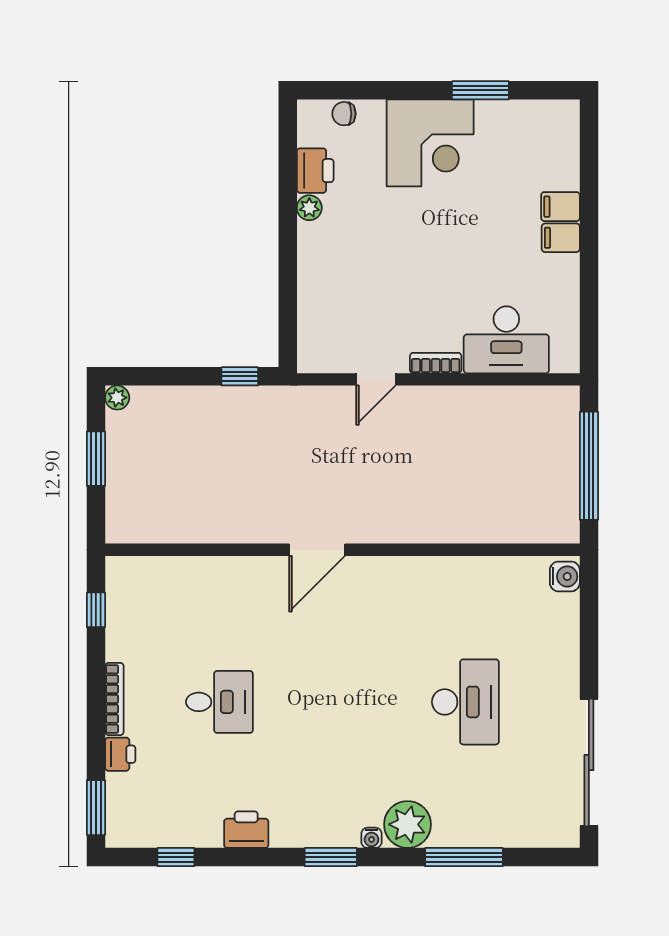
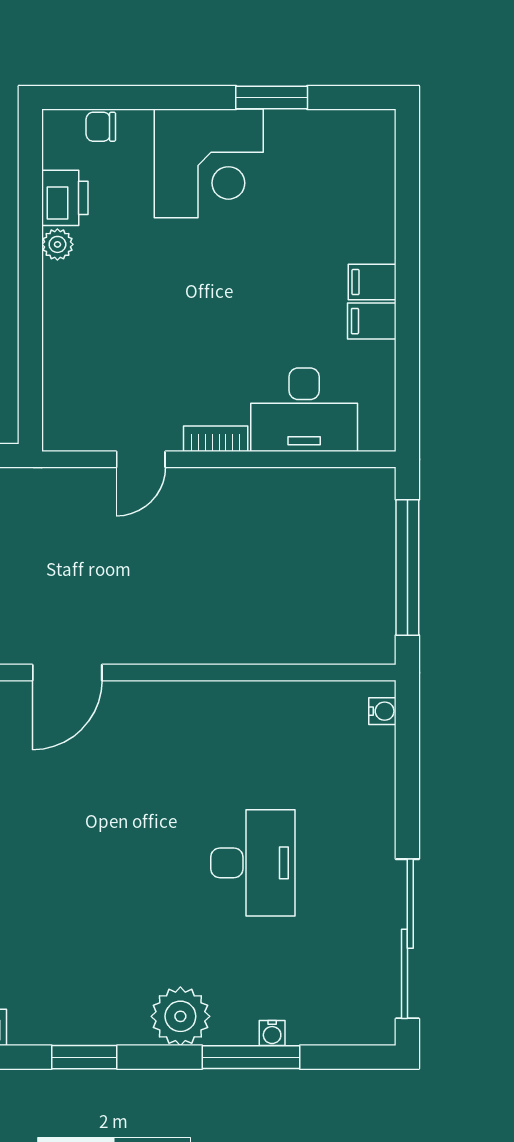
filing cabinet: (560, 207) -> (372, 321), moved
water cooler: (565, 576) -> (382, 711), width x0.72, depth x0.72
water cooler: (371, 838) -> (272, 1033), moved

